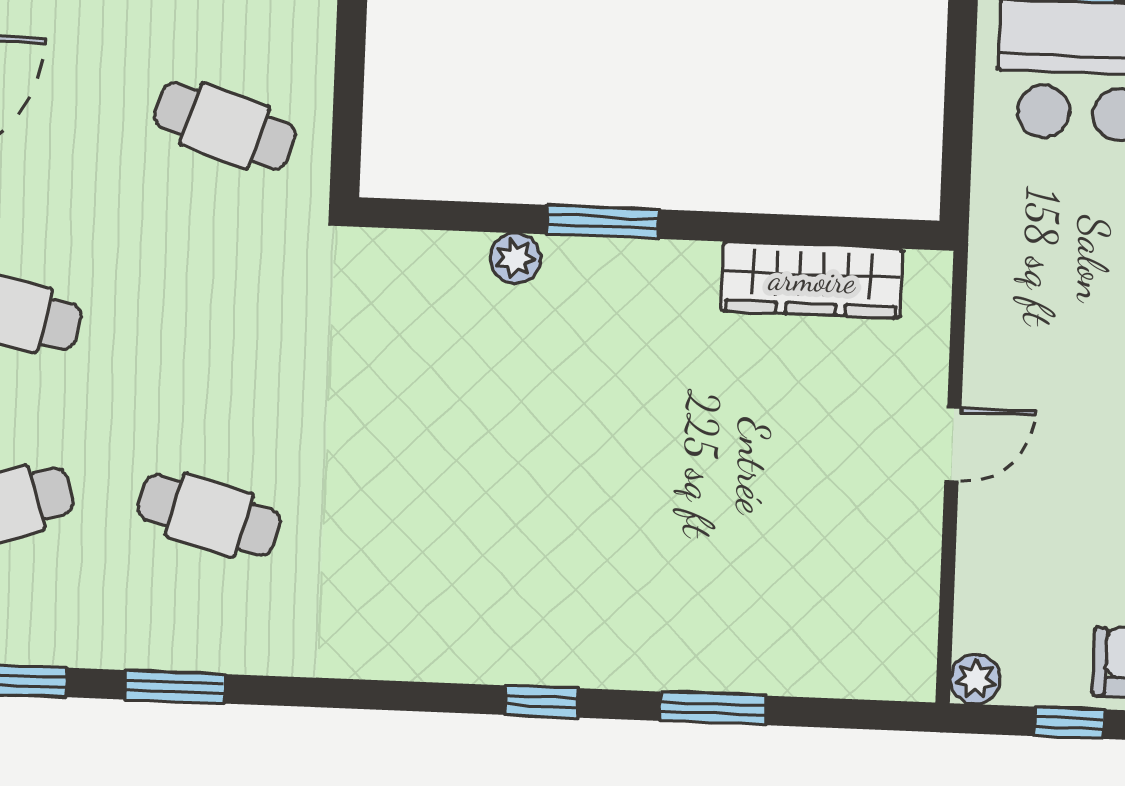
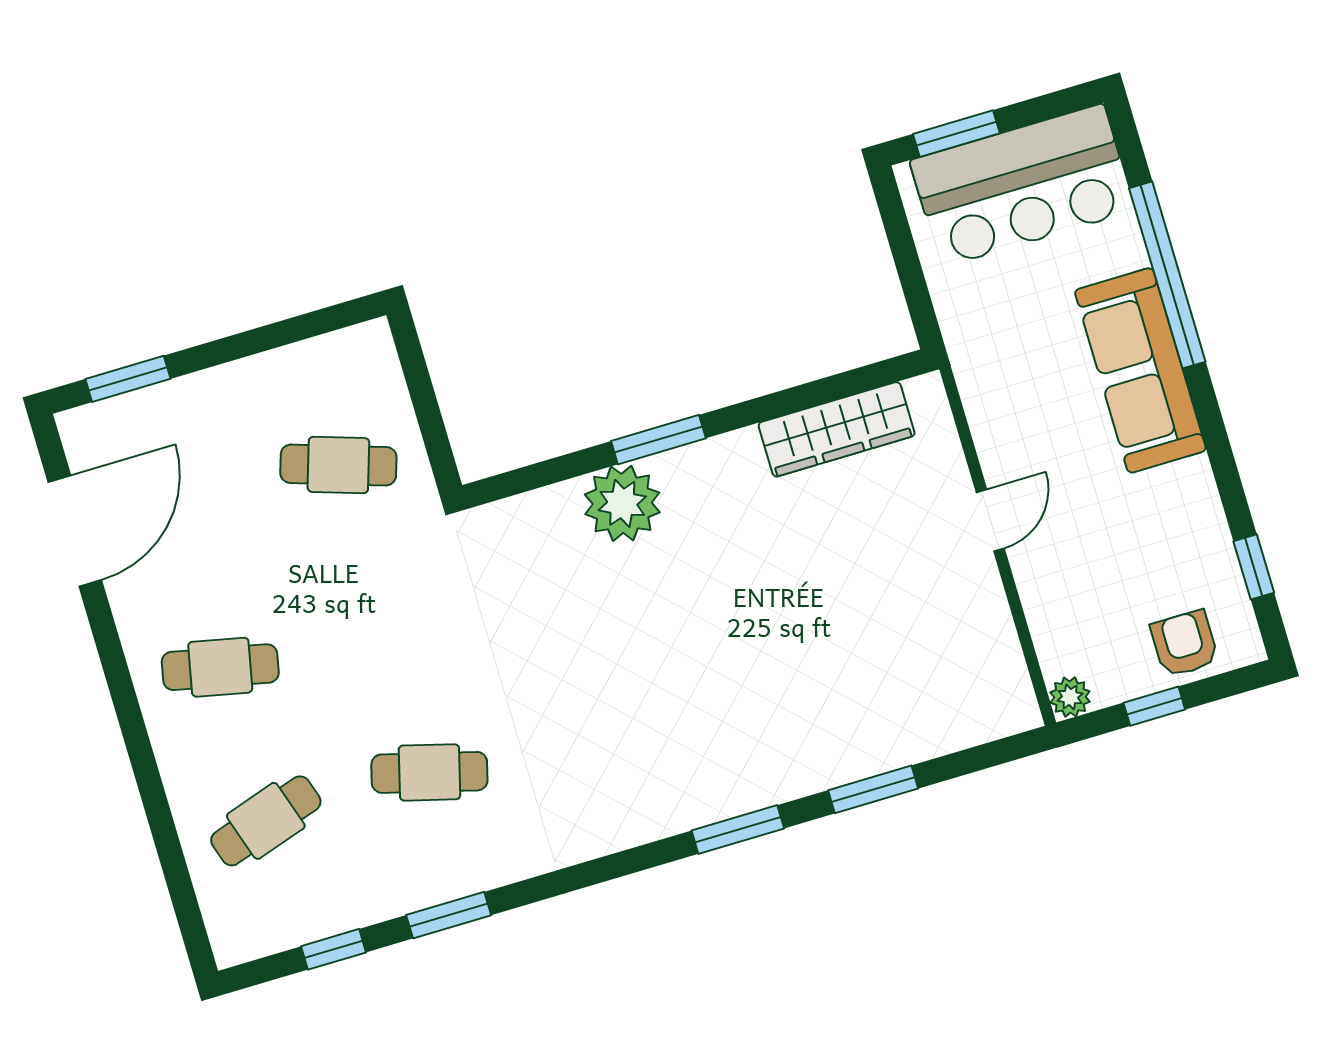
plant: (515, 258) -> (622, 503), width x1.87, depth x1.87
window: (541, 701) -> (738, 830), width x1.50

